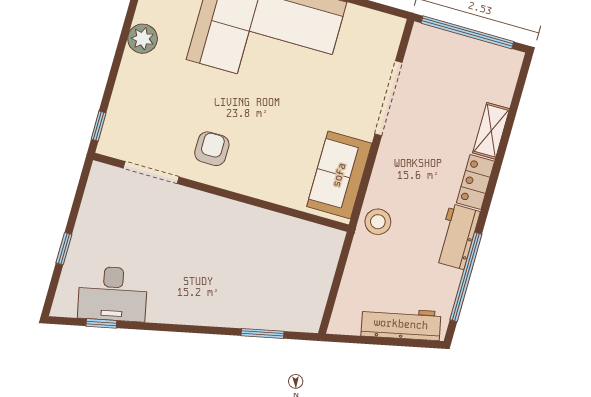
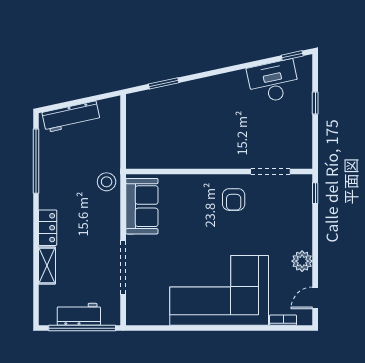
workbench: (457, 237) -> (79, 314), moved, turned -90
window: (101, 323) -> (292, 56), moved

